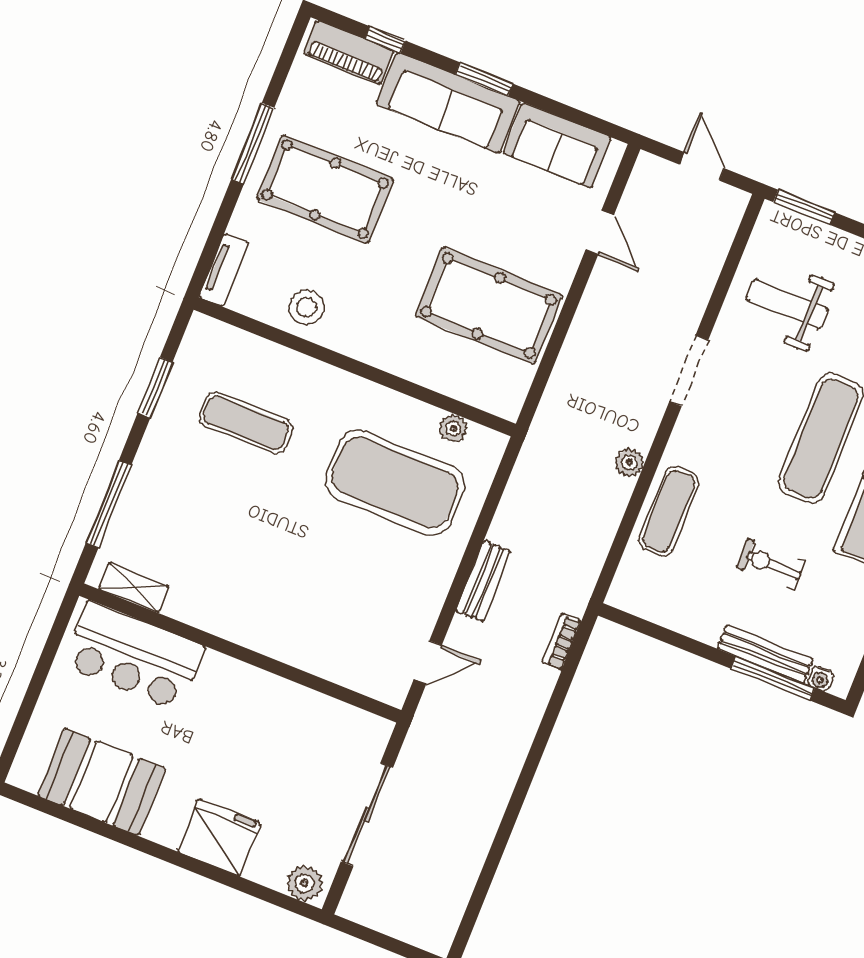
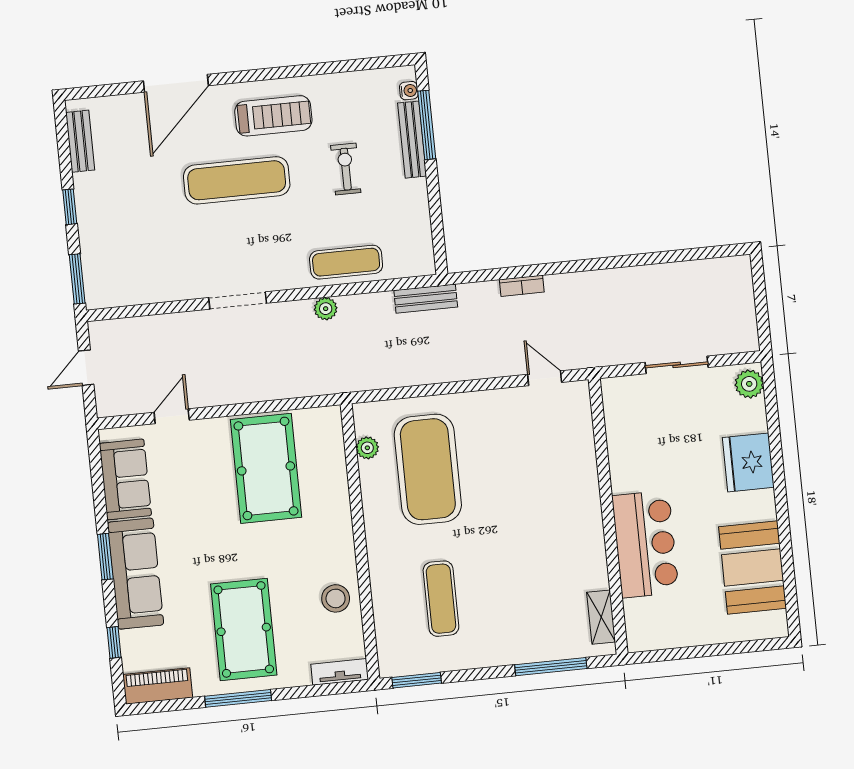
piano: (349, 52) -> (158, 686), moved, turned -90
weight bench: (787, 304) -> (153, 255), removed
window: (155, 388) -> (417, 680), moved
exercise bike: (771, 564) -> (346, 169), turned 180
bench: (483, 581) -> (426, 299), moved
bookcase: (562, 642) -> (522, 286), moved
bar counter: (134, 656) -> (645, 544), moved
sliding door: (367, 815) -> (677, 365), width x0.73

